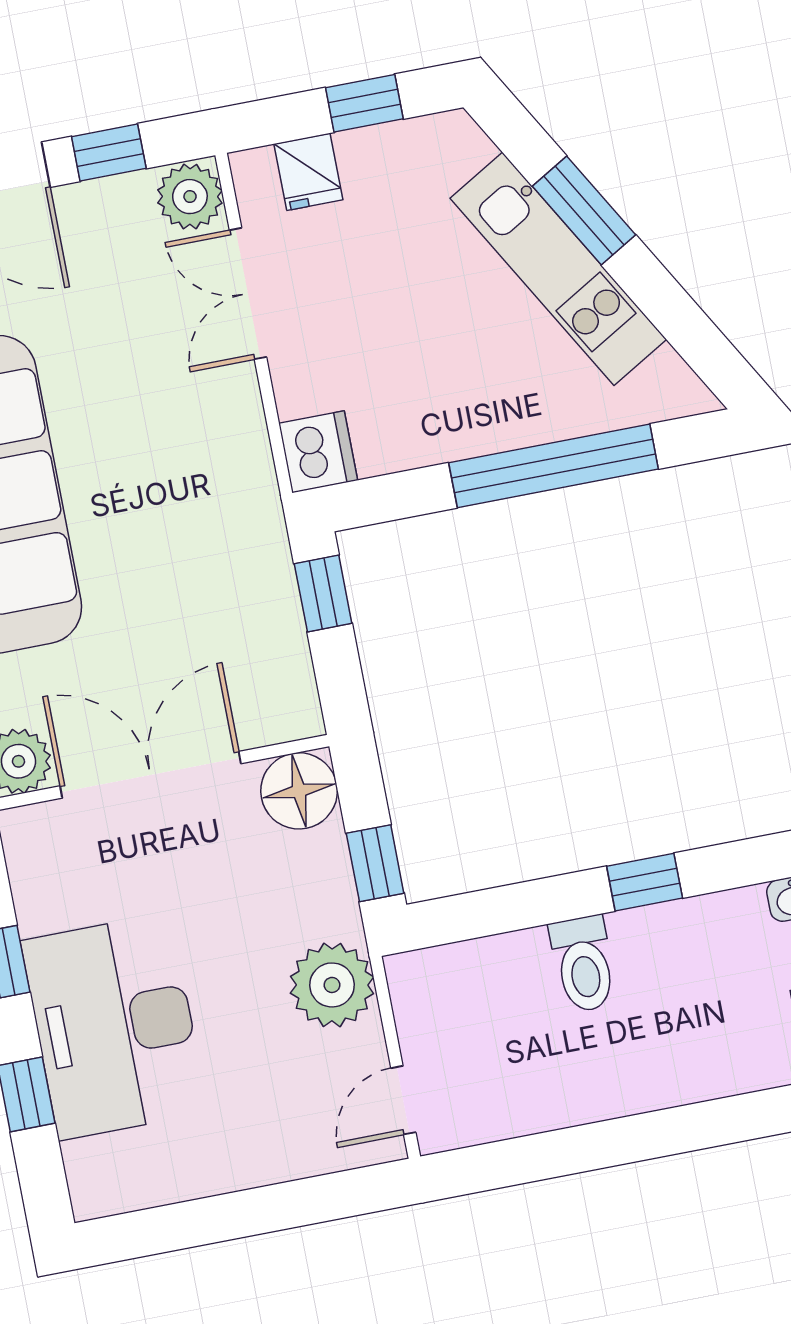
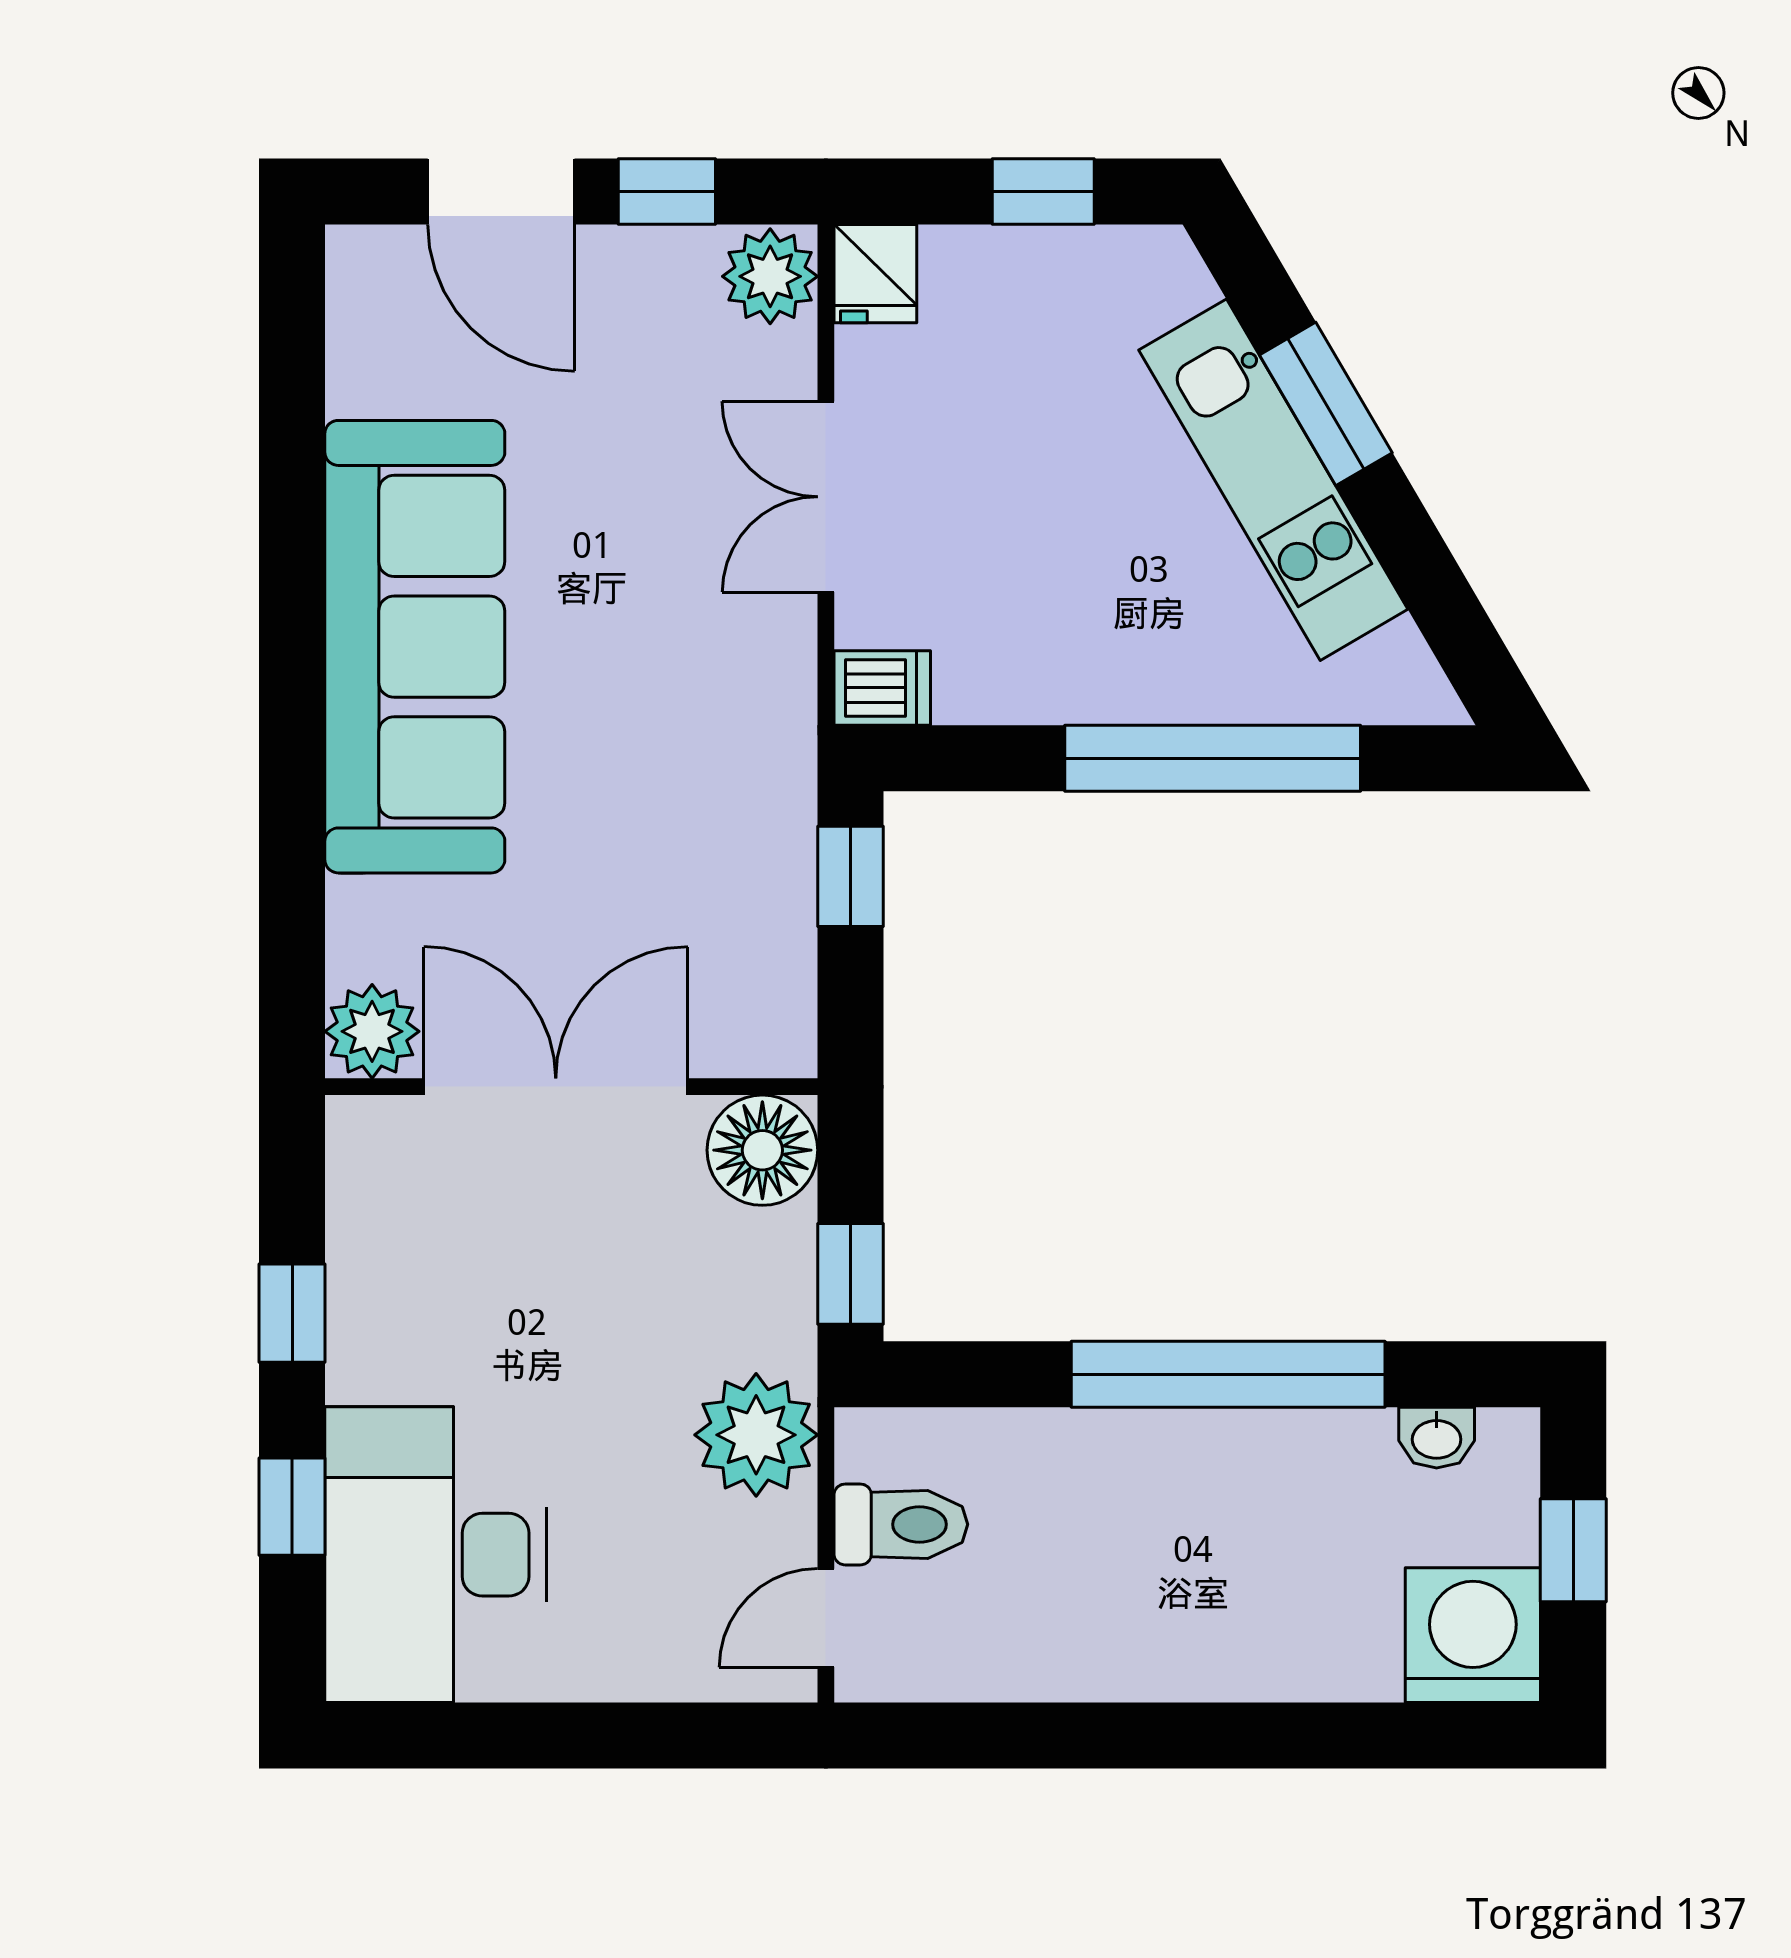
fridge: (308, 172) -> (875, 274), moved
double door: (248, 294) -> (826, 497), moved
dishwasher: (318, 452) -> (882, 688), width x0.73
window: (645, 882) -> (1228, 1374), width x3.17
toilet: (583, 964) -> (901, 1524), moved, turned -90
desk: (114, 1027) -> (436, 1555), moved

